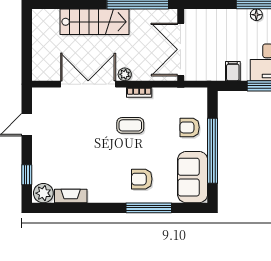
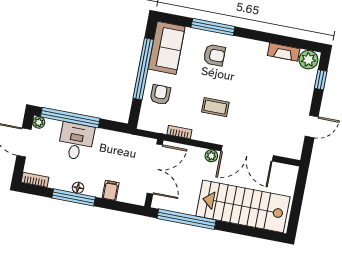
stairs: (94, 22) -> (243, 206), width x1.36, depth x1.51
filing cabinet: (233, 71) -> (111, 190), moved, turned 180
bookcase: (139, 92) -> (179, 132), moved
armchair: (190, 127) -> (160, 95), turned -90

